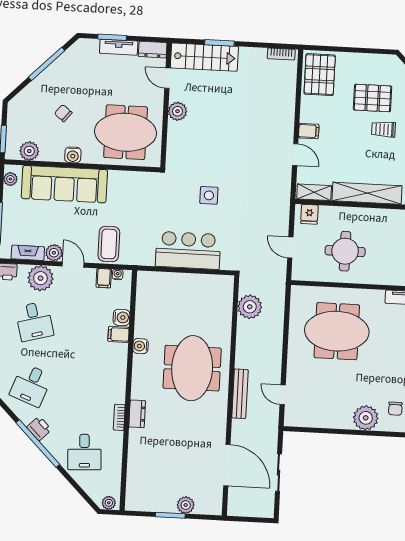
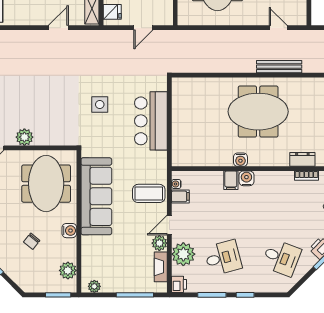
filing cabinet: (309, 131) -> (36, 16), removed
sofa: (64, 184) -> (96, 196), moved
plant: (250, 307) -> (199, 62), removed
water cooler: (122, 317) -> (246, 178), moved
door: (283, 395) -> (278, 28), swing flipped

